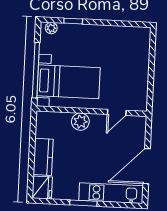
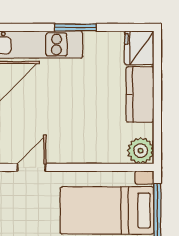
plant: (80, 122) -> (141, 151), moved

